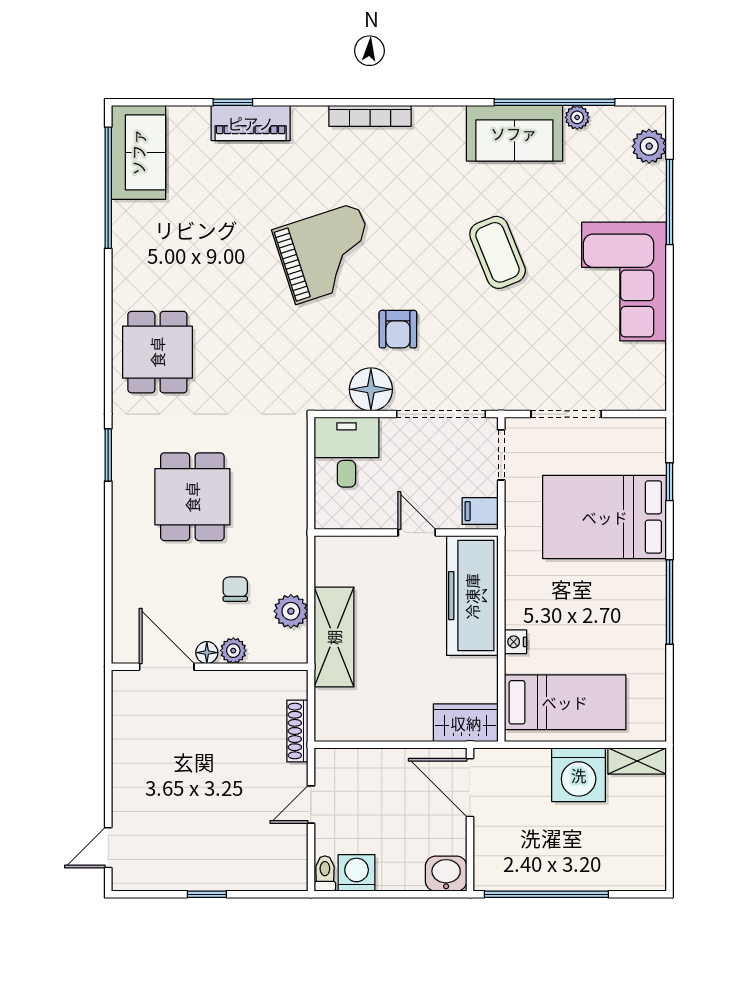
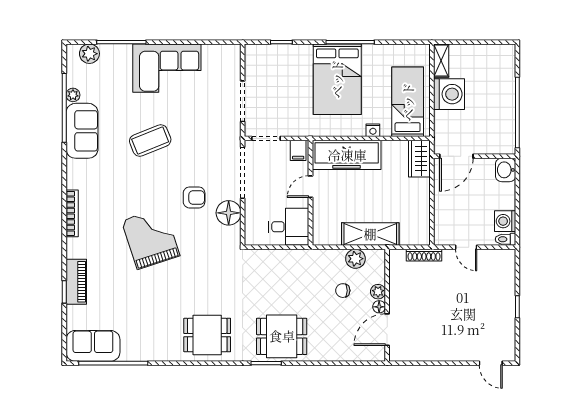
desk: (346, 452) -> (289, 227), moved, turned 180
dining table: (192, 497) -> (282, 336), moved
bed: (605, 517) -> (337, 79), moved

